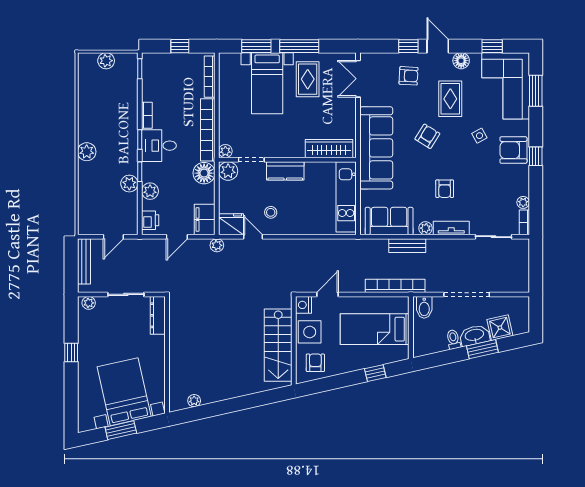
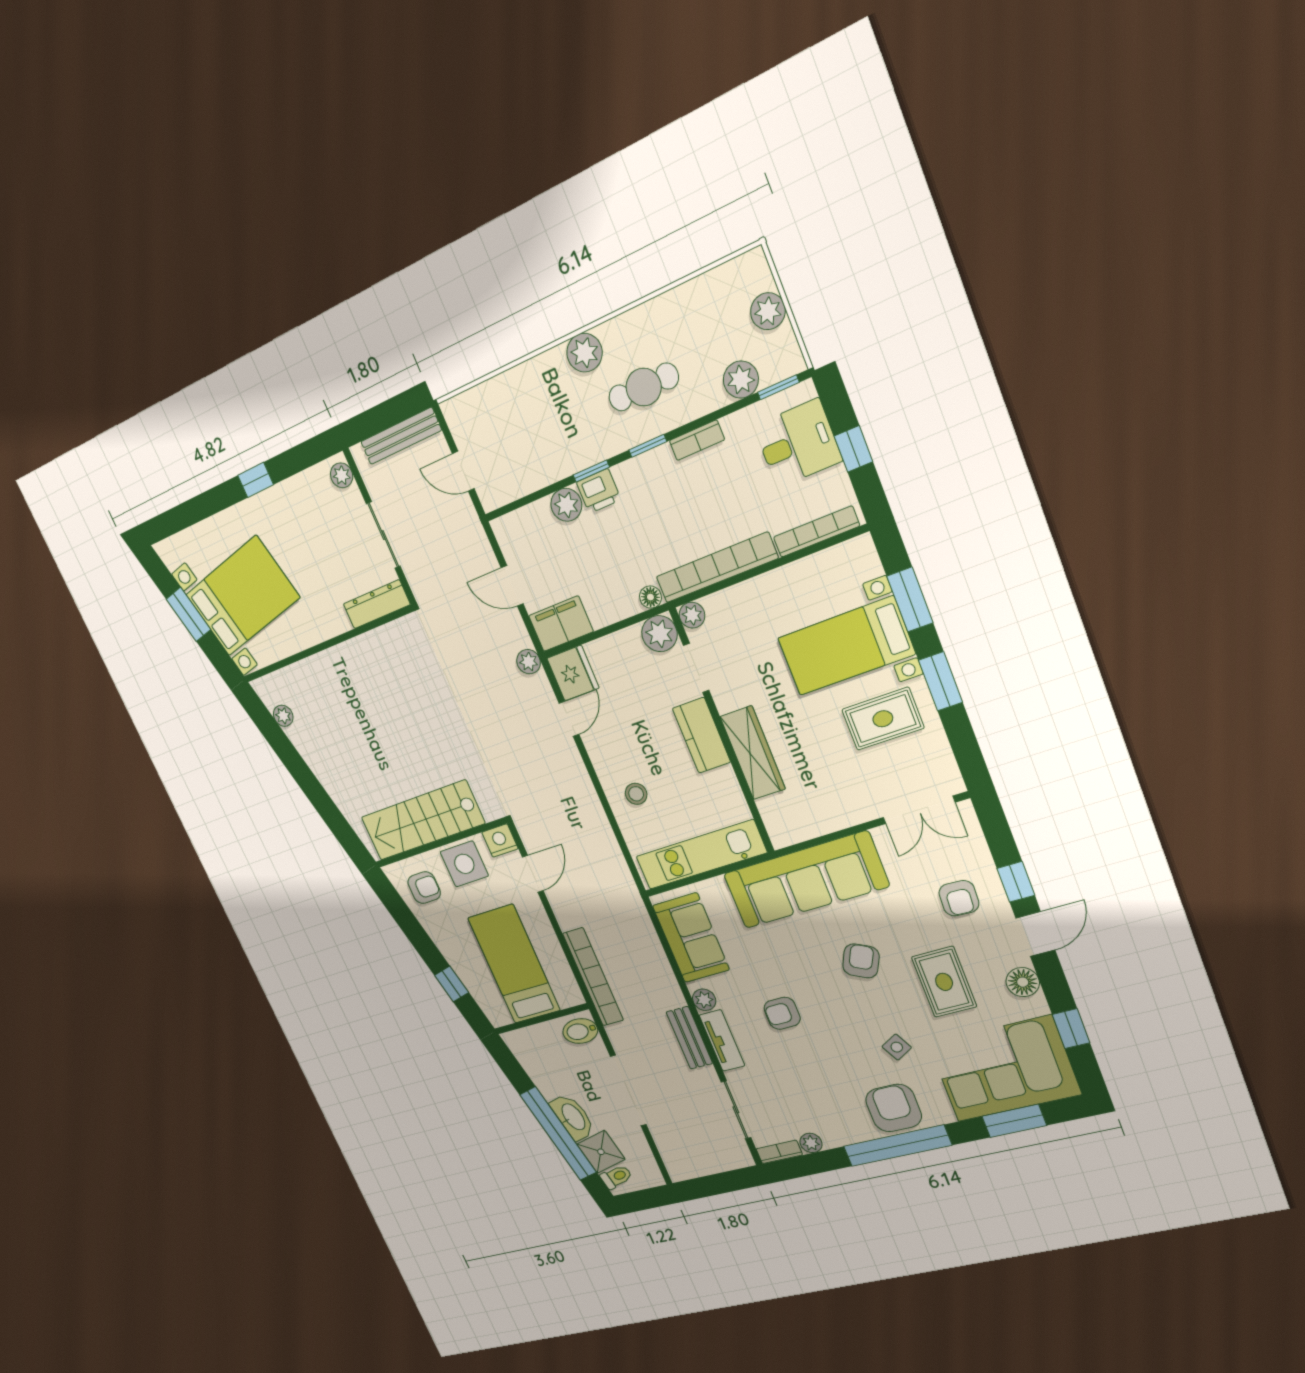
window: (299, 46) -> (941, 681), width x0.69
double door: (358, 79) -> (919, 810), swing flipped
rug: (450, 99) -> (944, 982), turned 90
cafe table: (113, 130) -> (644, 387), added
armchair: (427, 136) -> (861, 961), turned -96
desk: (159, 146) -> (798, 443), moved, turned 90
wardrobe: (329, 149) -> (753, 753), moved
window: (536, 156) -> (897, 1146), width x3.17
floor lamp: (204, 173) -> (650, 597), width x0.53, depth x0.53
plant: (129, 184) -> (741, 380), moved
stool: (271, 212) -> (636, 794), moved
printer: (150, 220) -> (599, 491), moved
bench: (407, 246) -> (689, 1038), moved
door: (328, 294) -> (533, 874), hinge flipped
toilet: (453, 339) -> (616, 1177), moved
window: (482, 349) -> (558, 1134), width x2.11

